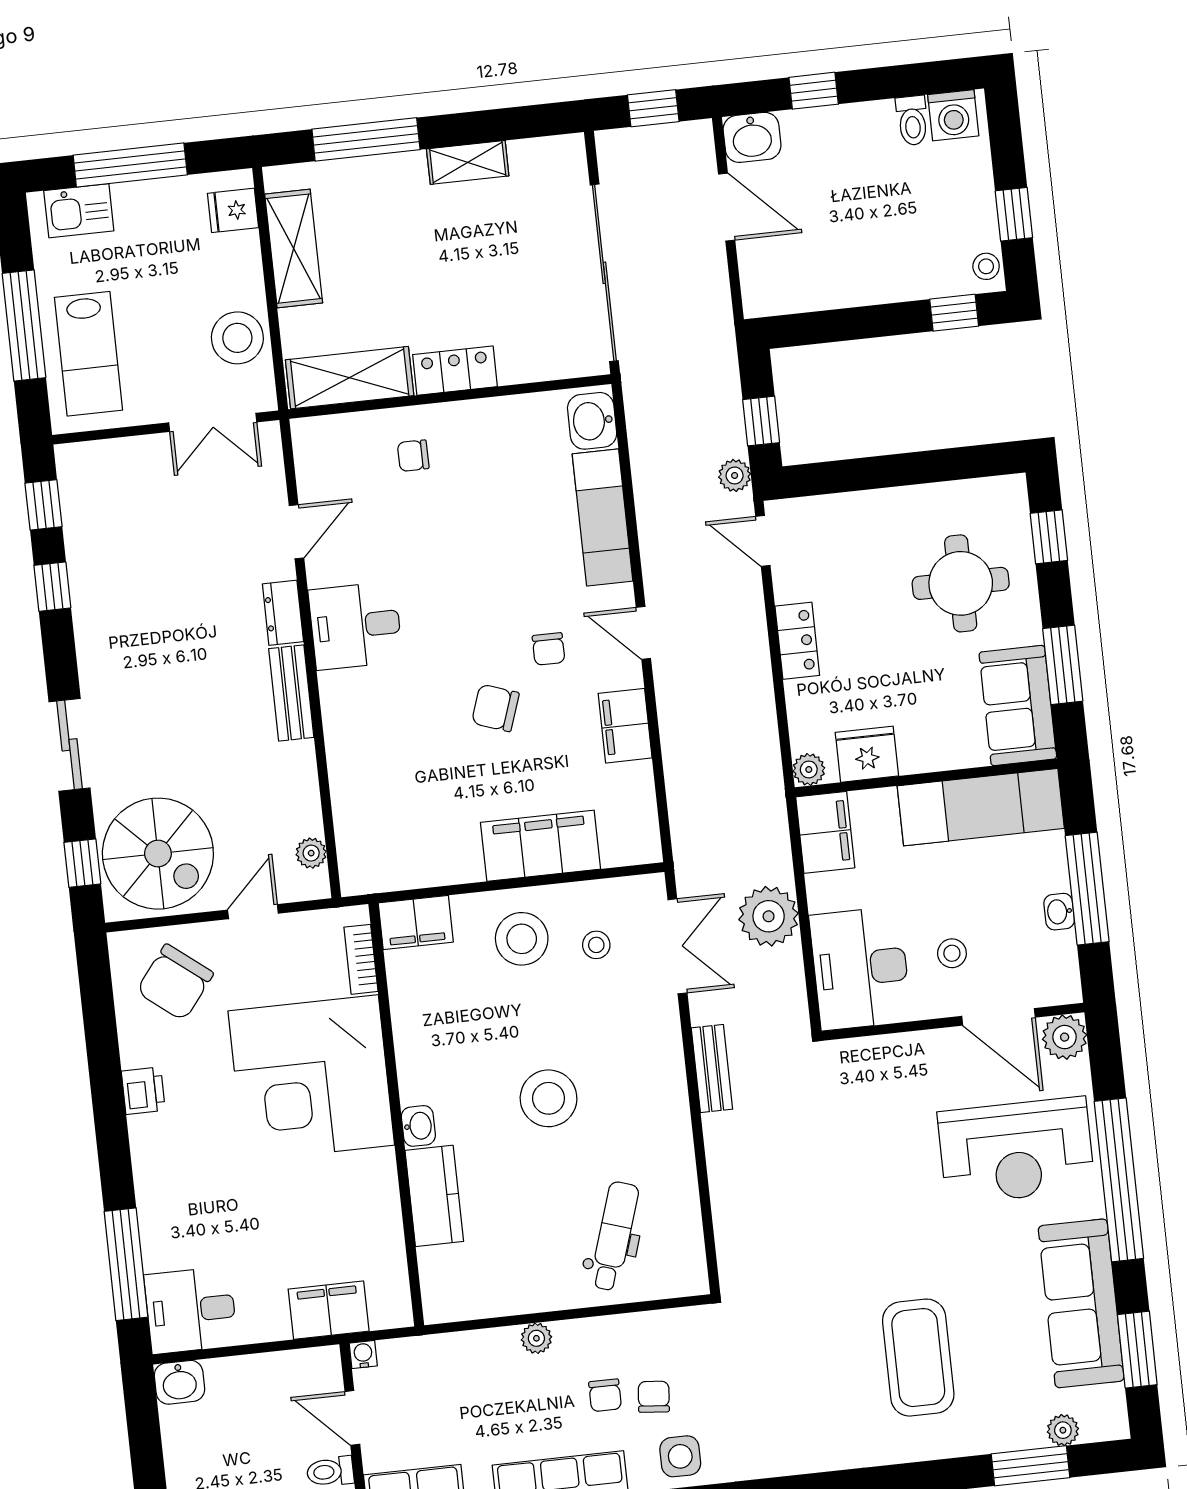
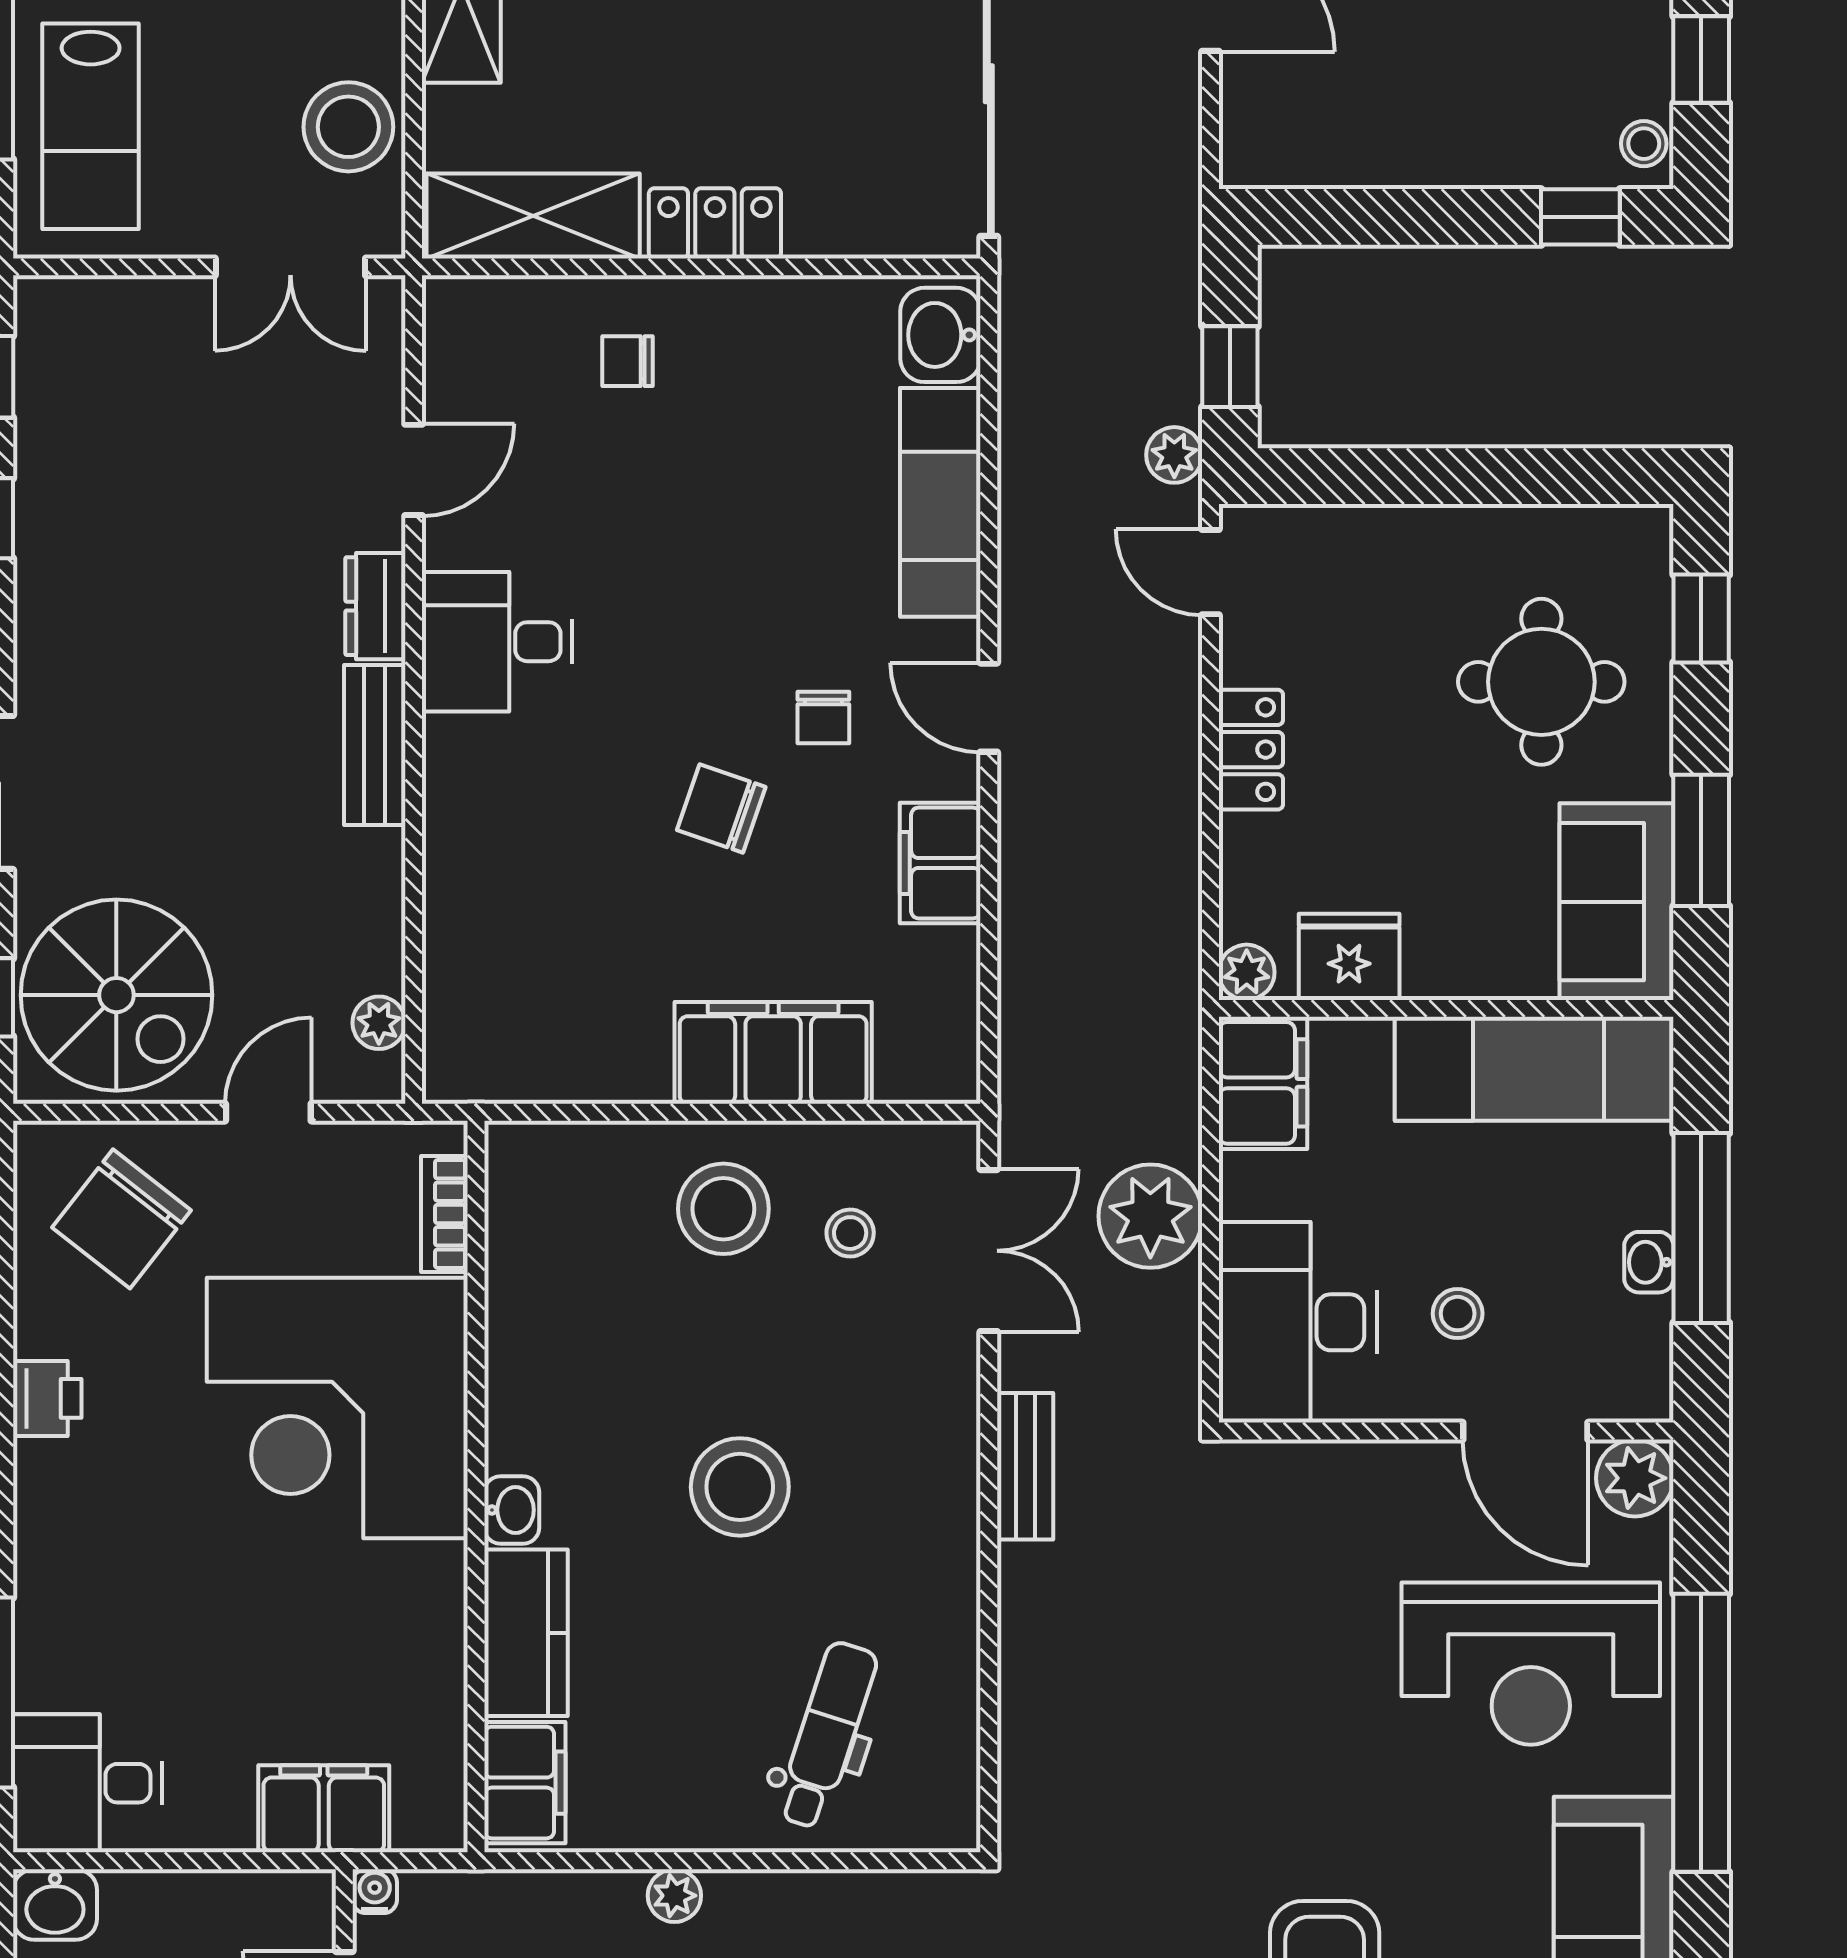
filing cabinet: (416, 923) -> (525, 1783), moved, turned -90

